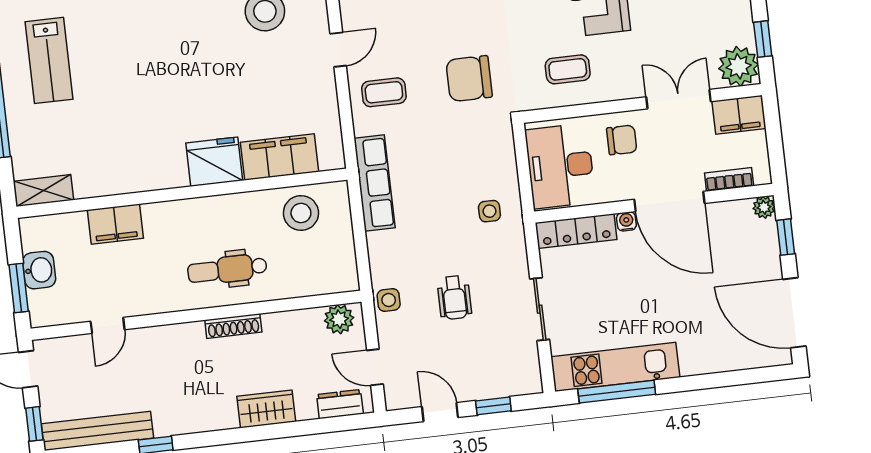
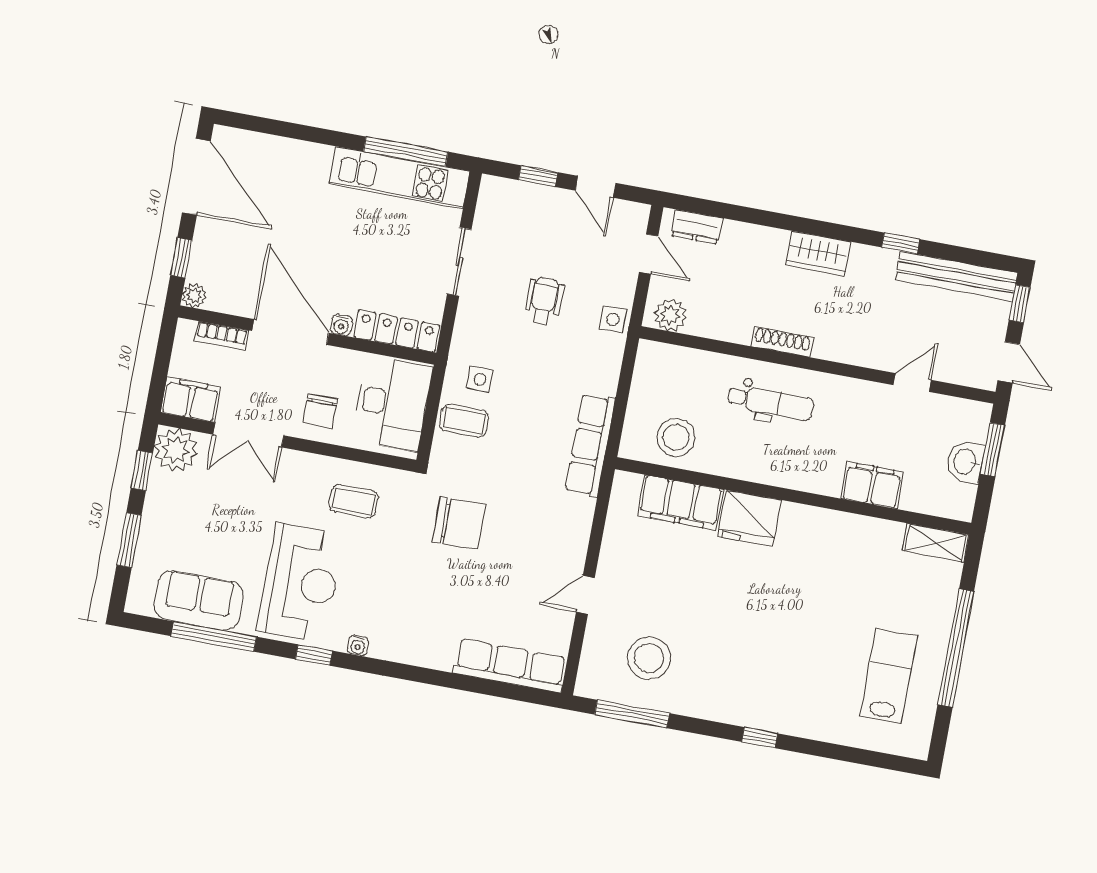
coffee table: (384, 92) -> (464, 420), moved
chair: (622, 140) -> (320, 411), turned -90
wardrobe: (266, 409) -> (818, 253), moved

